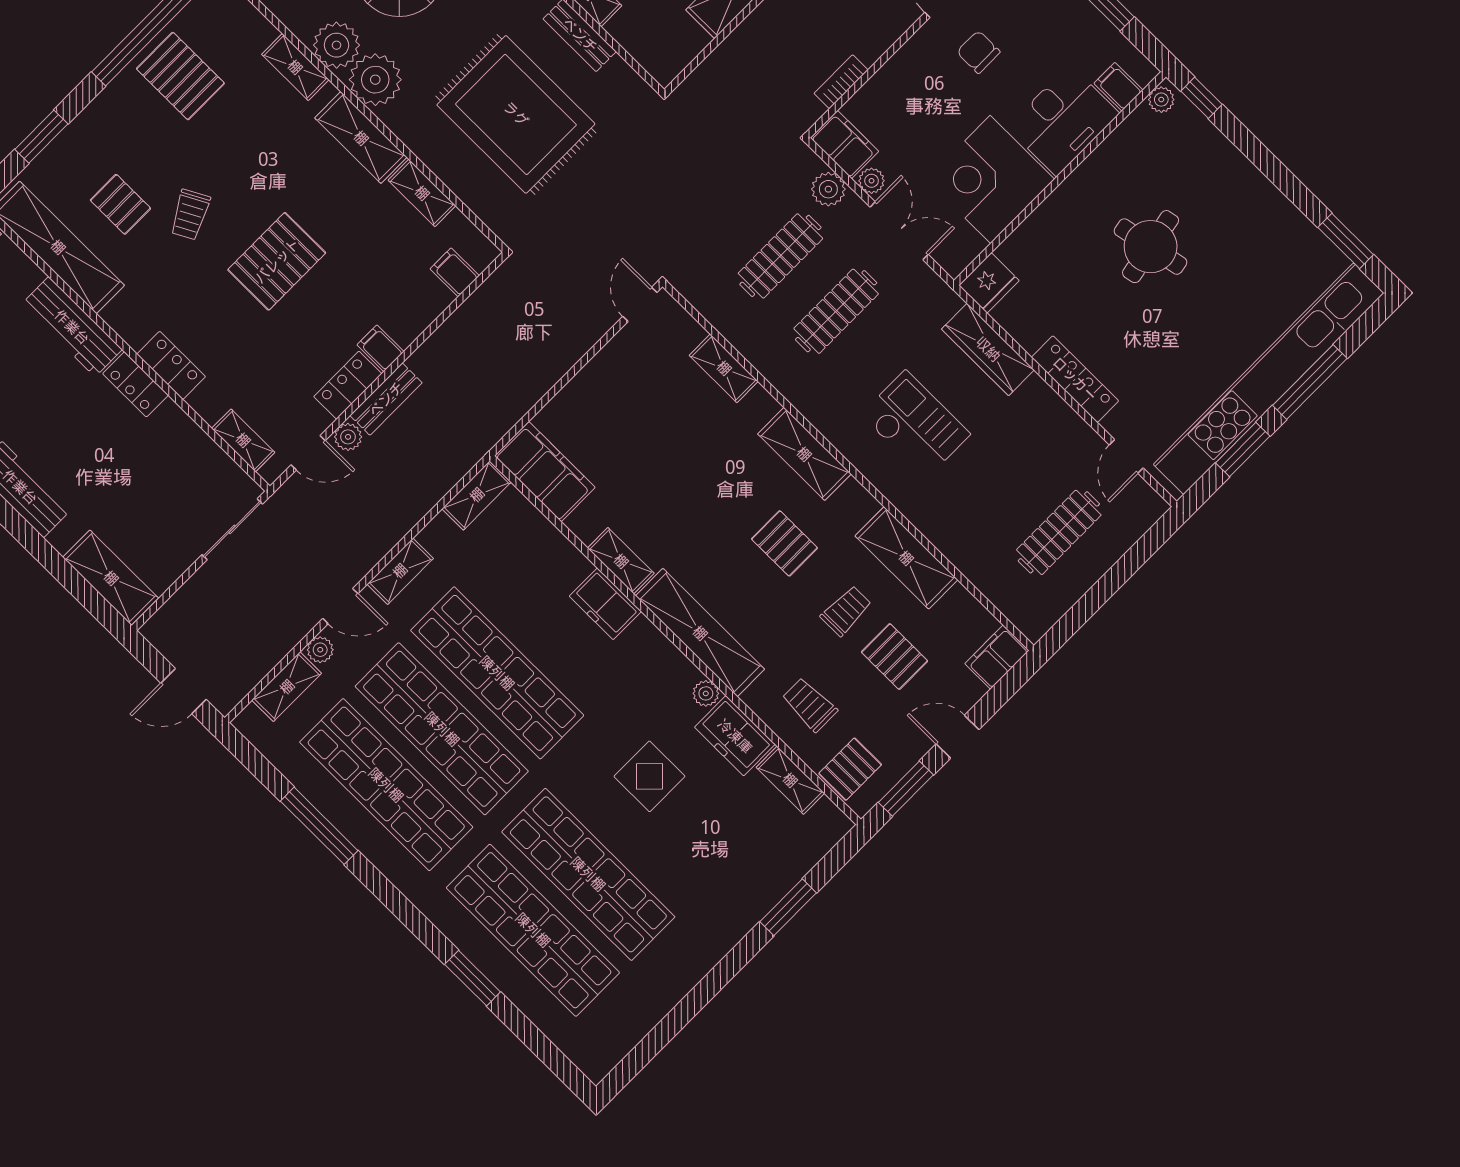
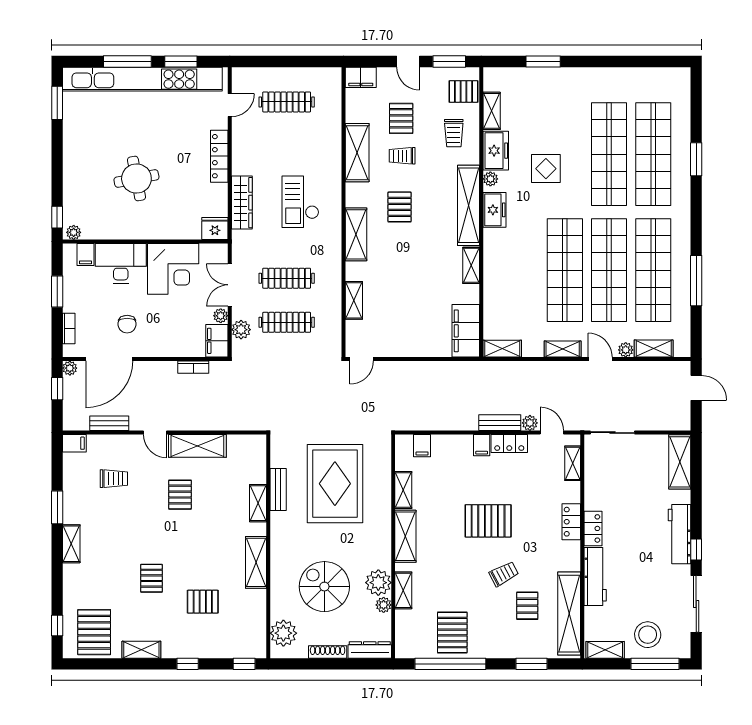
plant: (375, 80) -> (384, 605), moved, width x0.53, depth x0.53
freezer: (605, 604) -> (494, 210), moved

